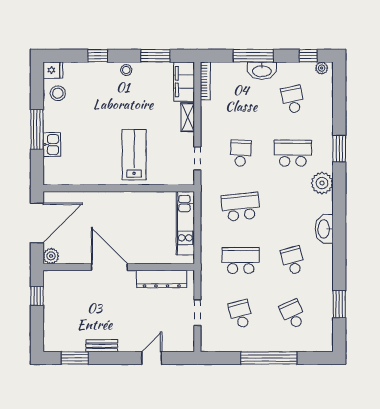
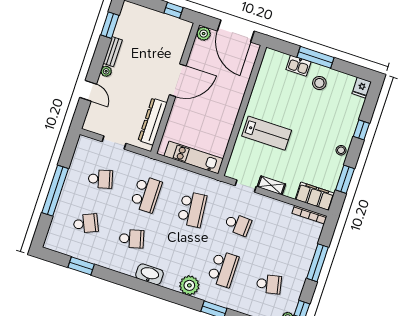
washbasin: (262, 71) -> (302, 266), removed
stool: (58, 93) -> (319, 83), moved
shelving: (188, 117) -> (271, 185), moved
plant: (125, 346) -> (106, 71), added

